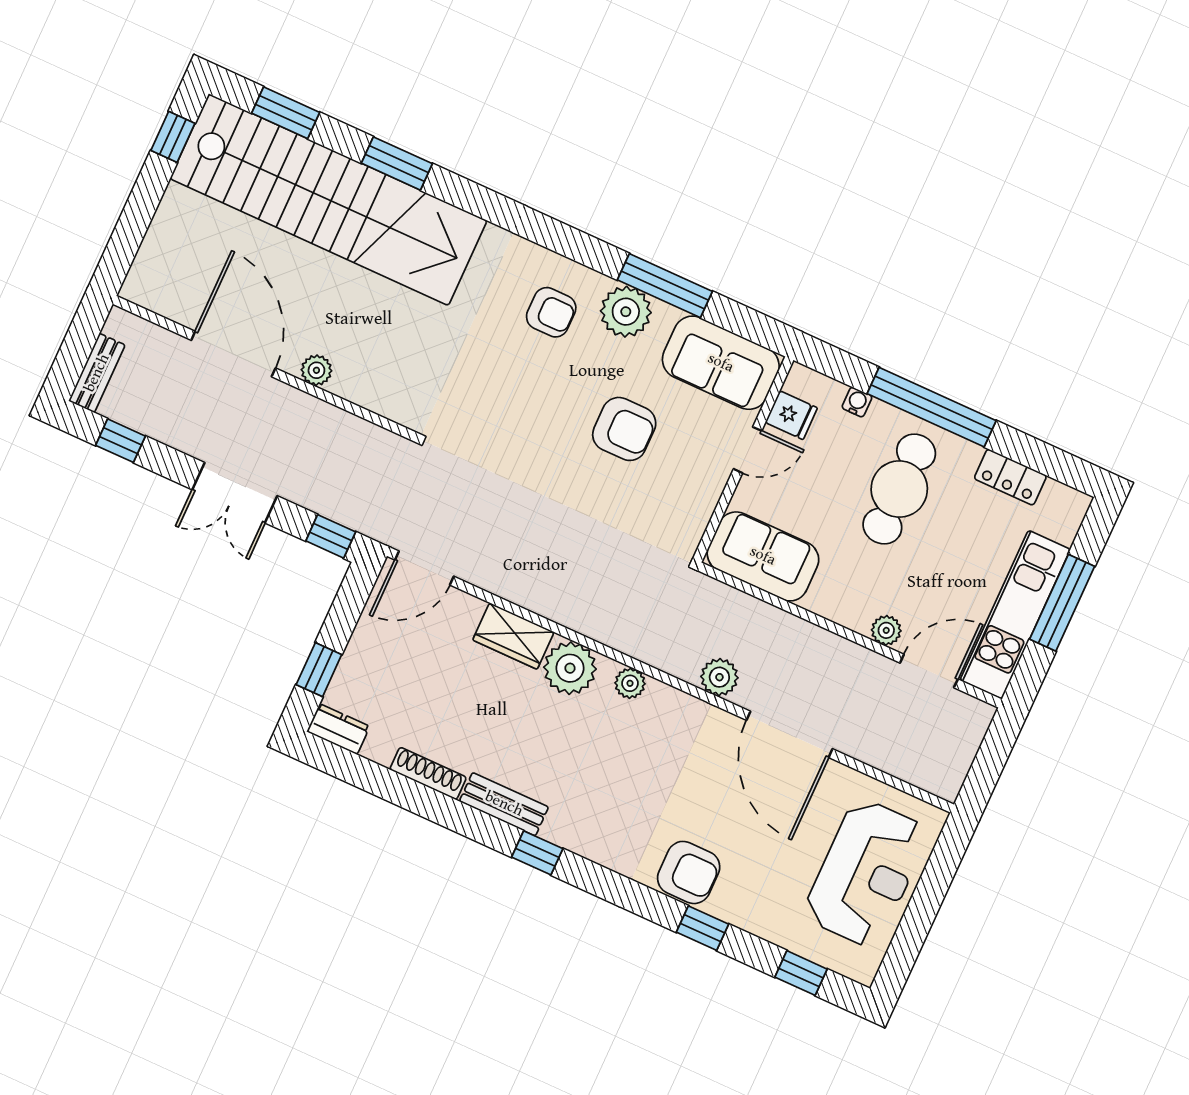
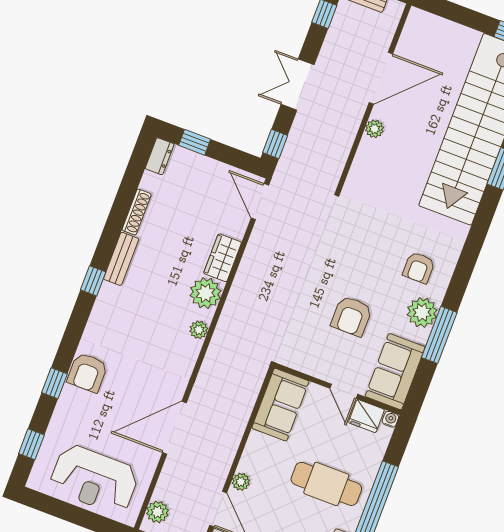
water cooler: (857, 402) -> (390, 419), moved, turned -90
fridge: (791, 415) -> (366, 416), width x1.38
plant: (719, 677) -> (157, 512), moved

